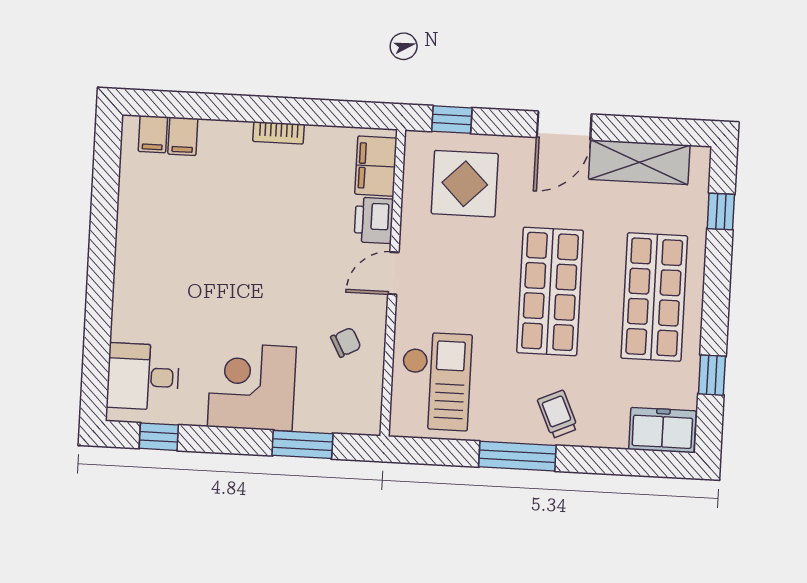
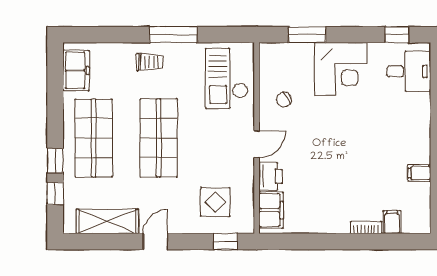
door: (564, 126) -> (155, 242), width x0.73
bookcase: (279, 133) -> (366, 227), moved
filing cabinet: (153, 134) -> (419, 173), moved, turned -90
display table: (465, 184) -> (215, 202), width x0.73, depth x0.73
window: (712, 375) -> (55, 161), moved
trolley: (558, 414) -> (150, 62), turned -66
freezer: (662, 430) -> (76, 70), moved, turned -90

